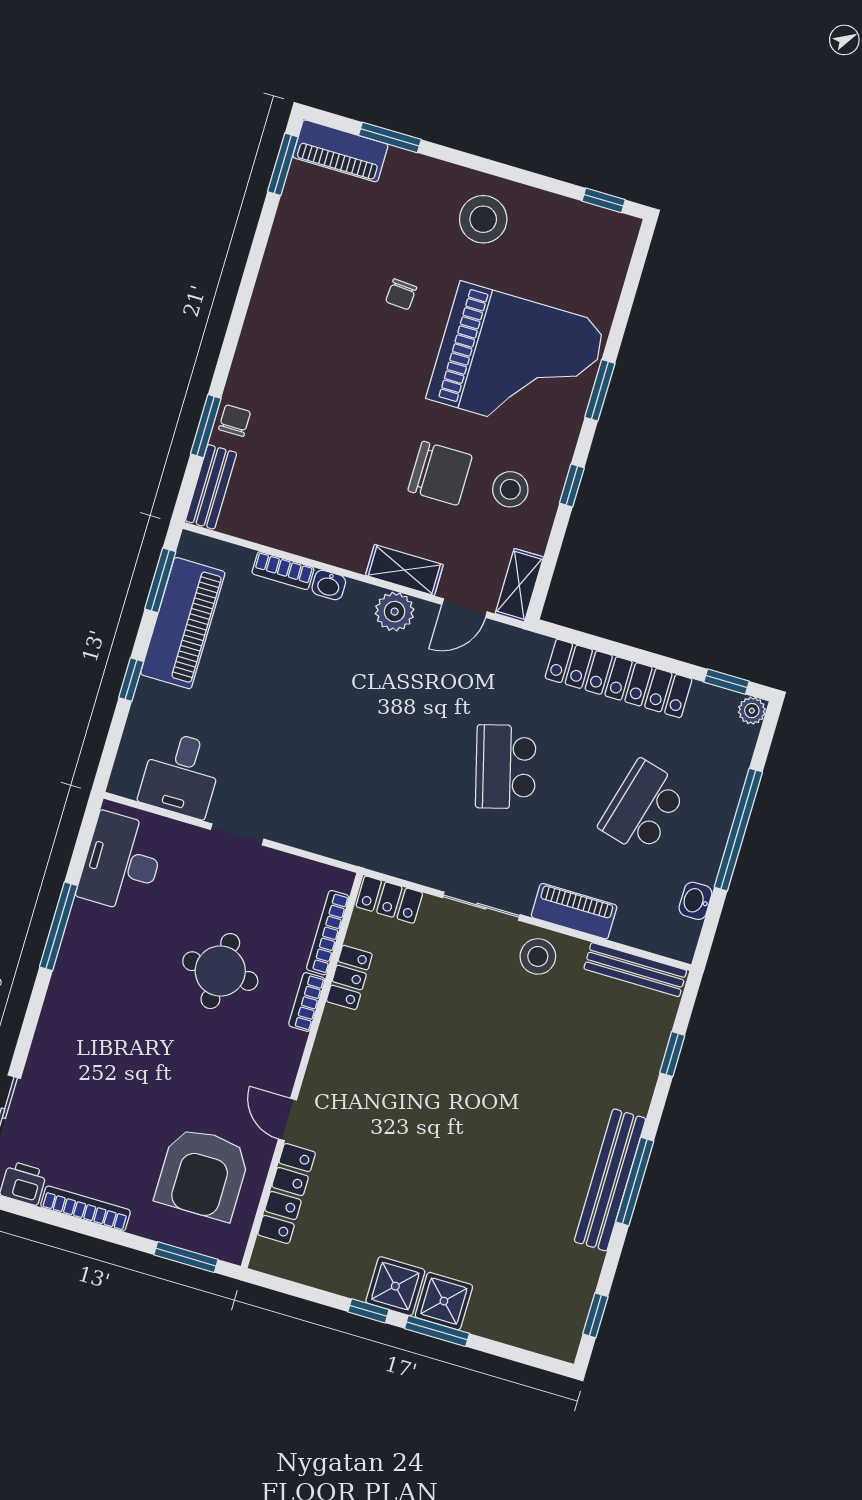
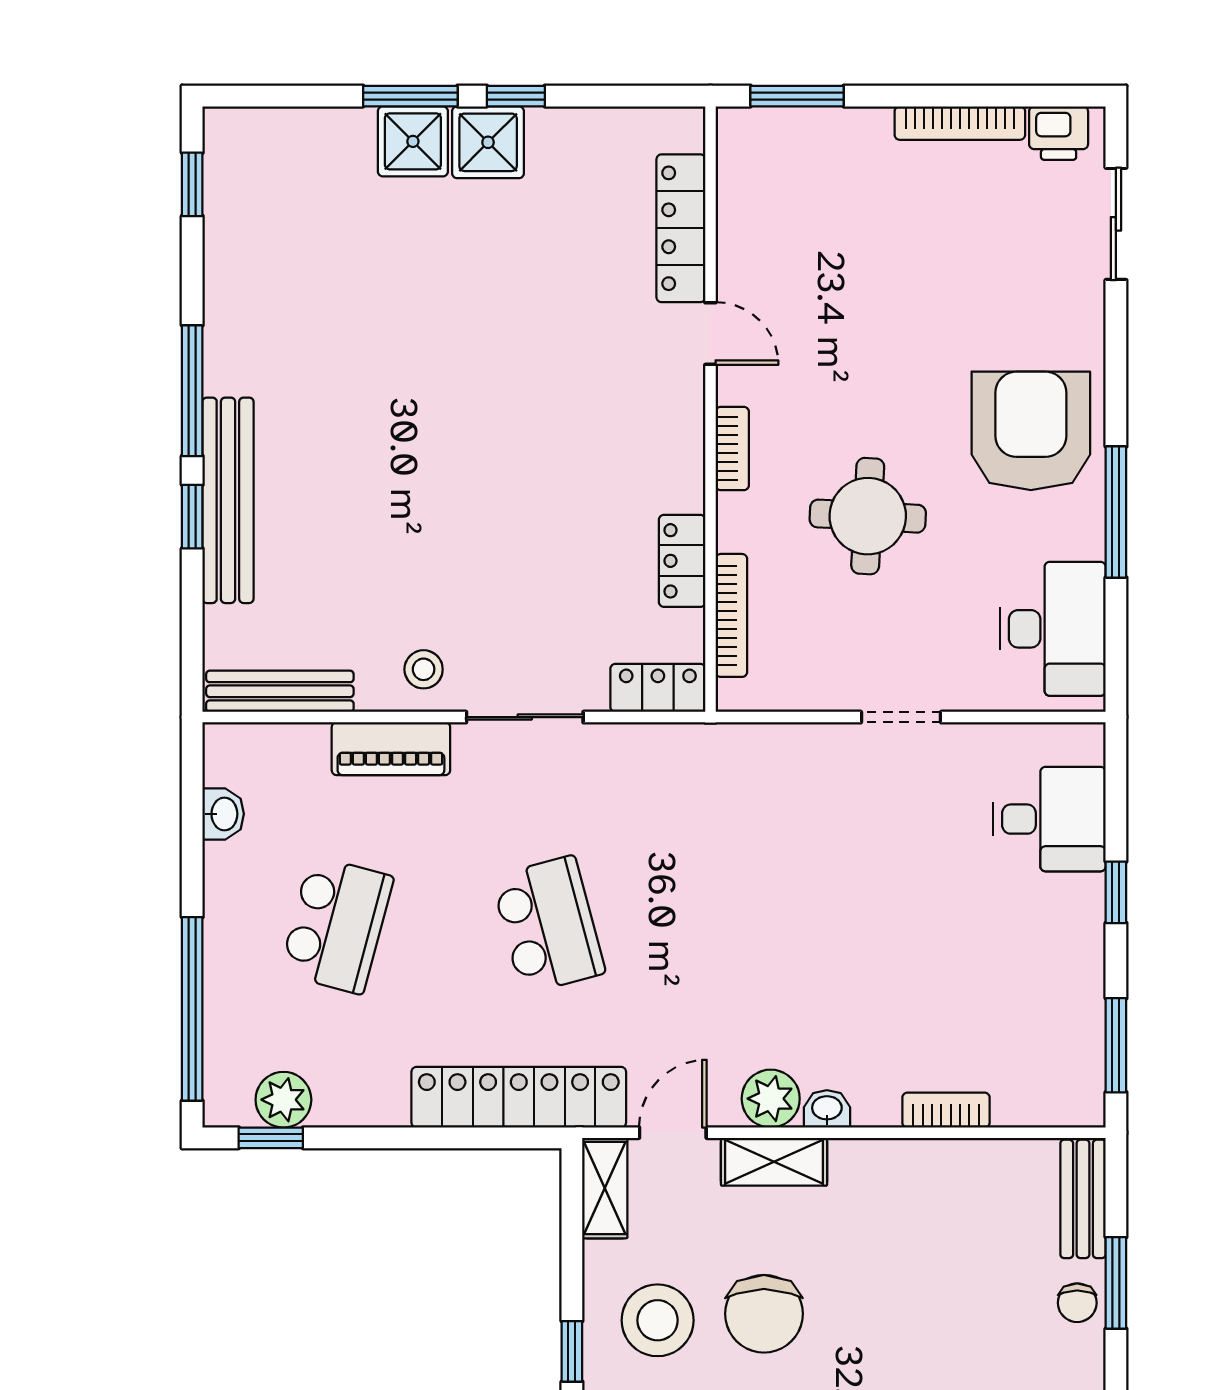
chair: (440, 473) -> (764, 1314), turned -90
stool: (510, 489) -> (658, 1320), width x1.38, depth x1.38
washbasin: (329, 585) -> (827, 1109), moved
piano: (183, 623) -> (1066, 994), removed
locker: (619, 678) -> (519, 1097), moved
plant: (752, 711) -> (283, 1100), moved, width x1.38, depth x1.38
desk: (181, 774) -> (1049, 819), moved, turned 90
window: (738, 830) -> (192, 1009), moved
stool: (538, 956) -> (424, 669), width x0.73, depth x0.73
bookcase: (307, 1002) -> (732, 449), moved
window: (672, 1054) -> (192, 517), moved
armchair: (203, 1174) -> (1031, 431), moved
bench: (610, 1180) -> (228, 500), moved

